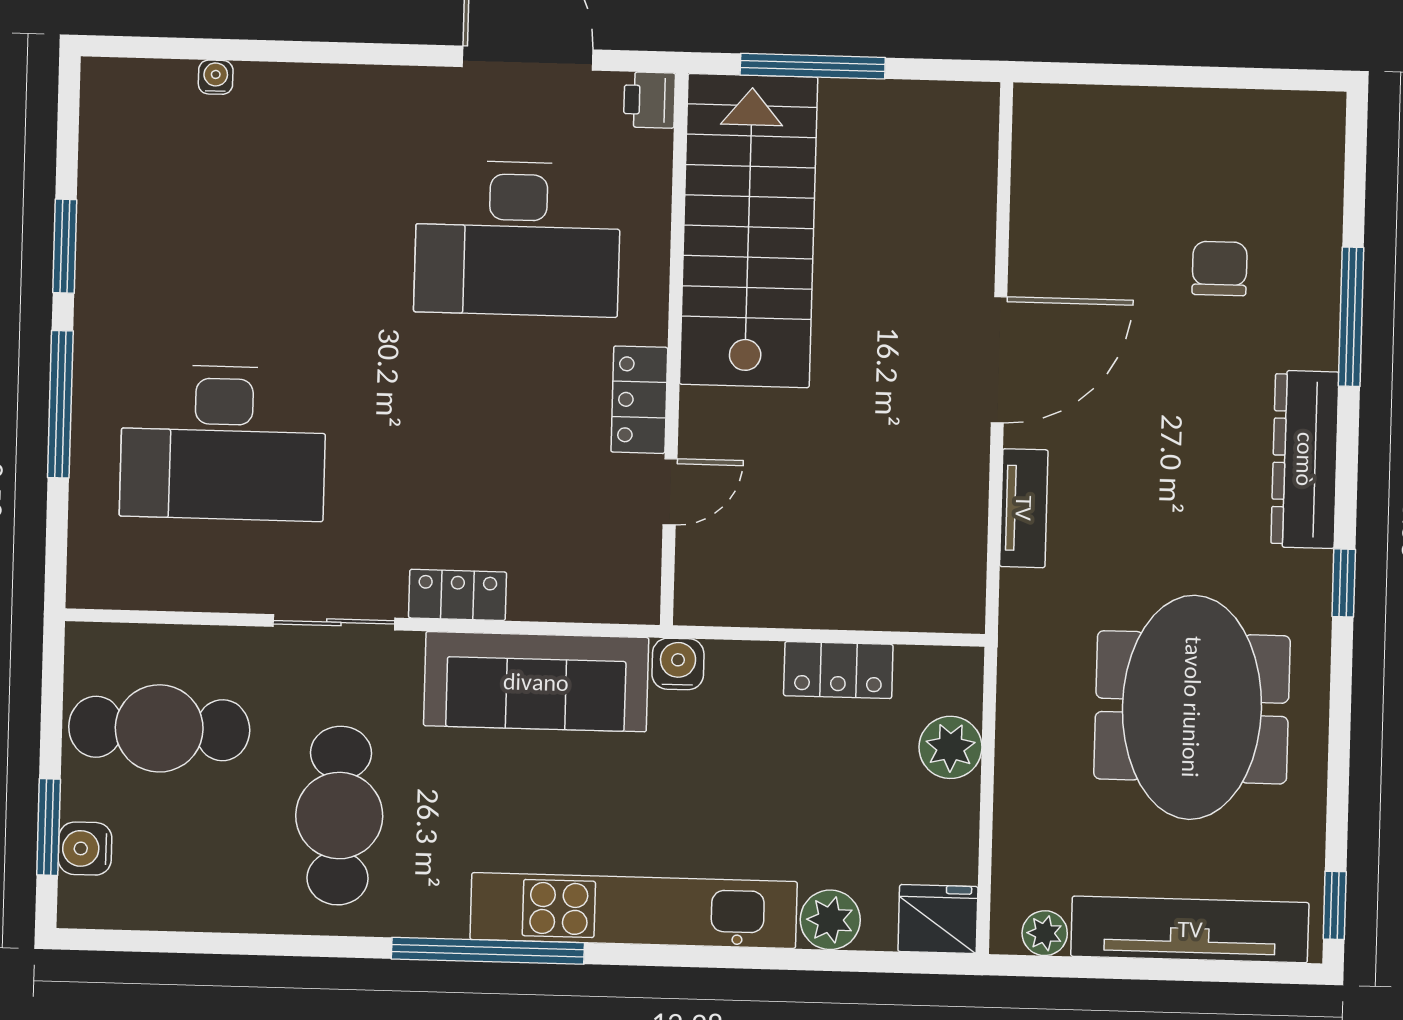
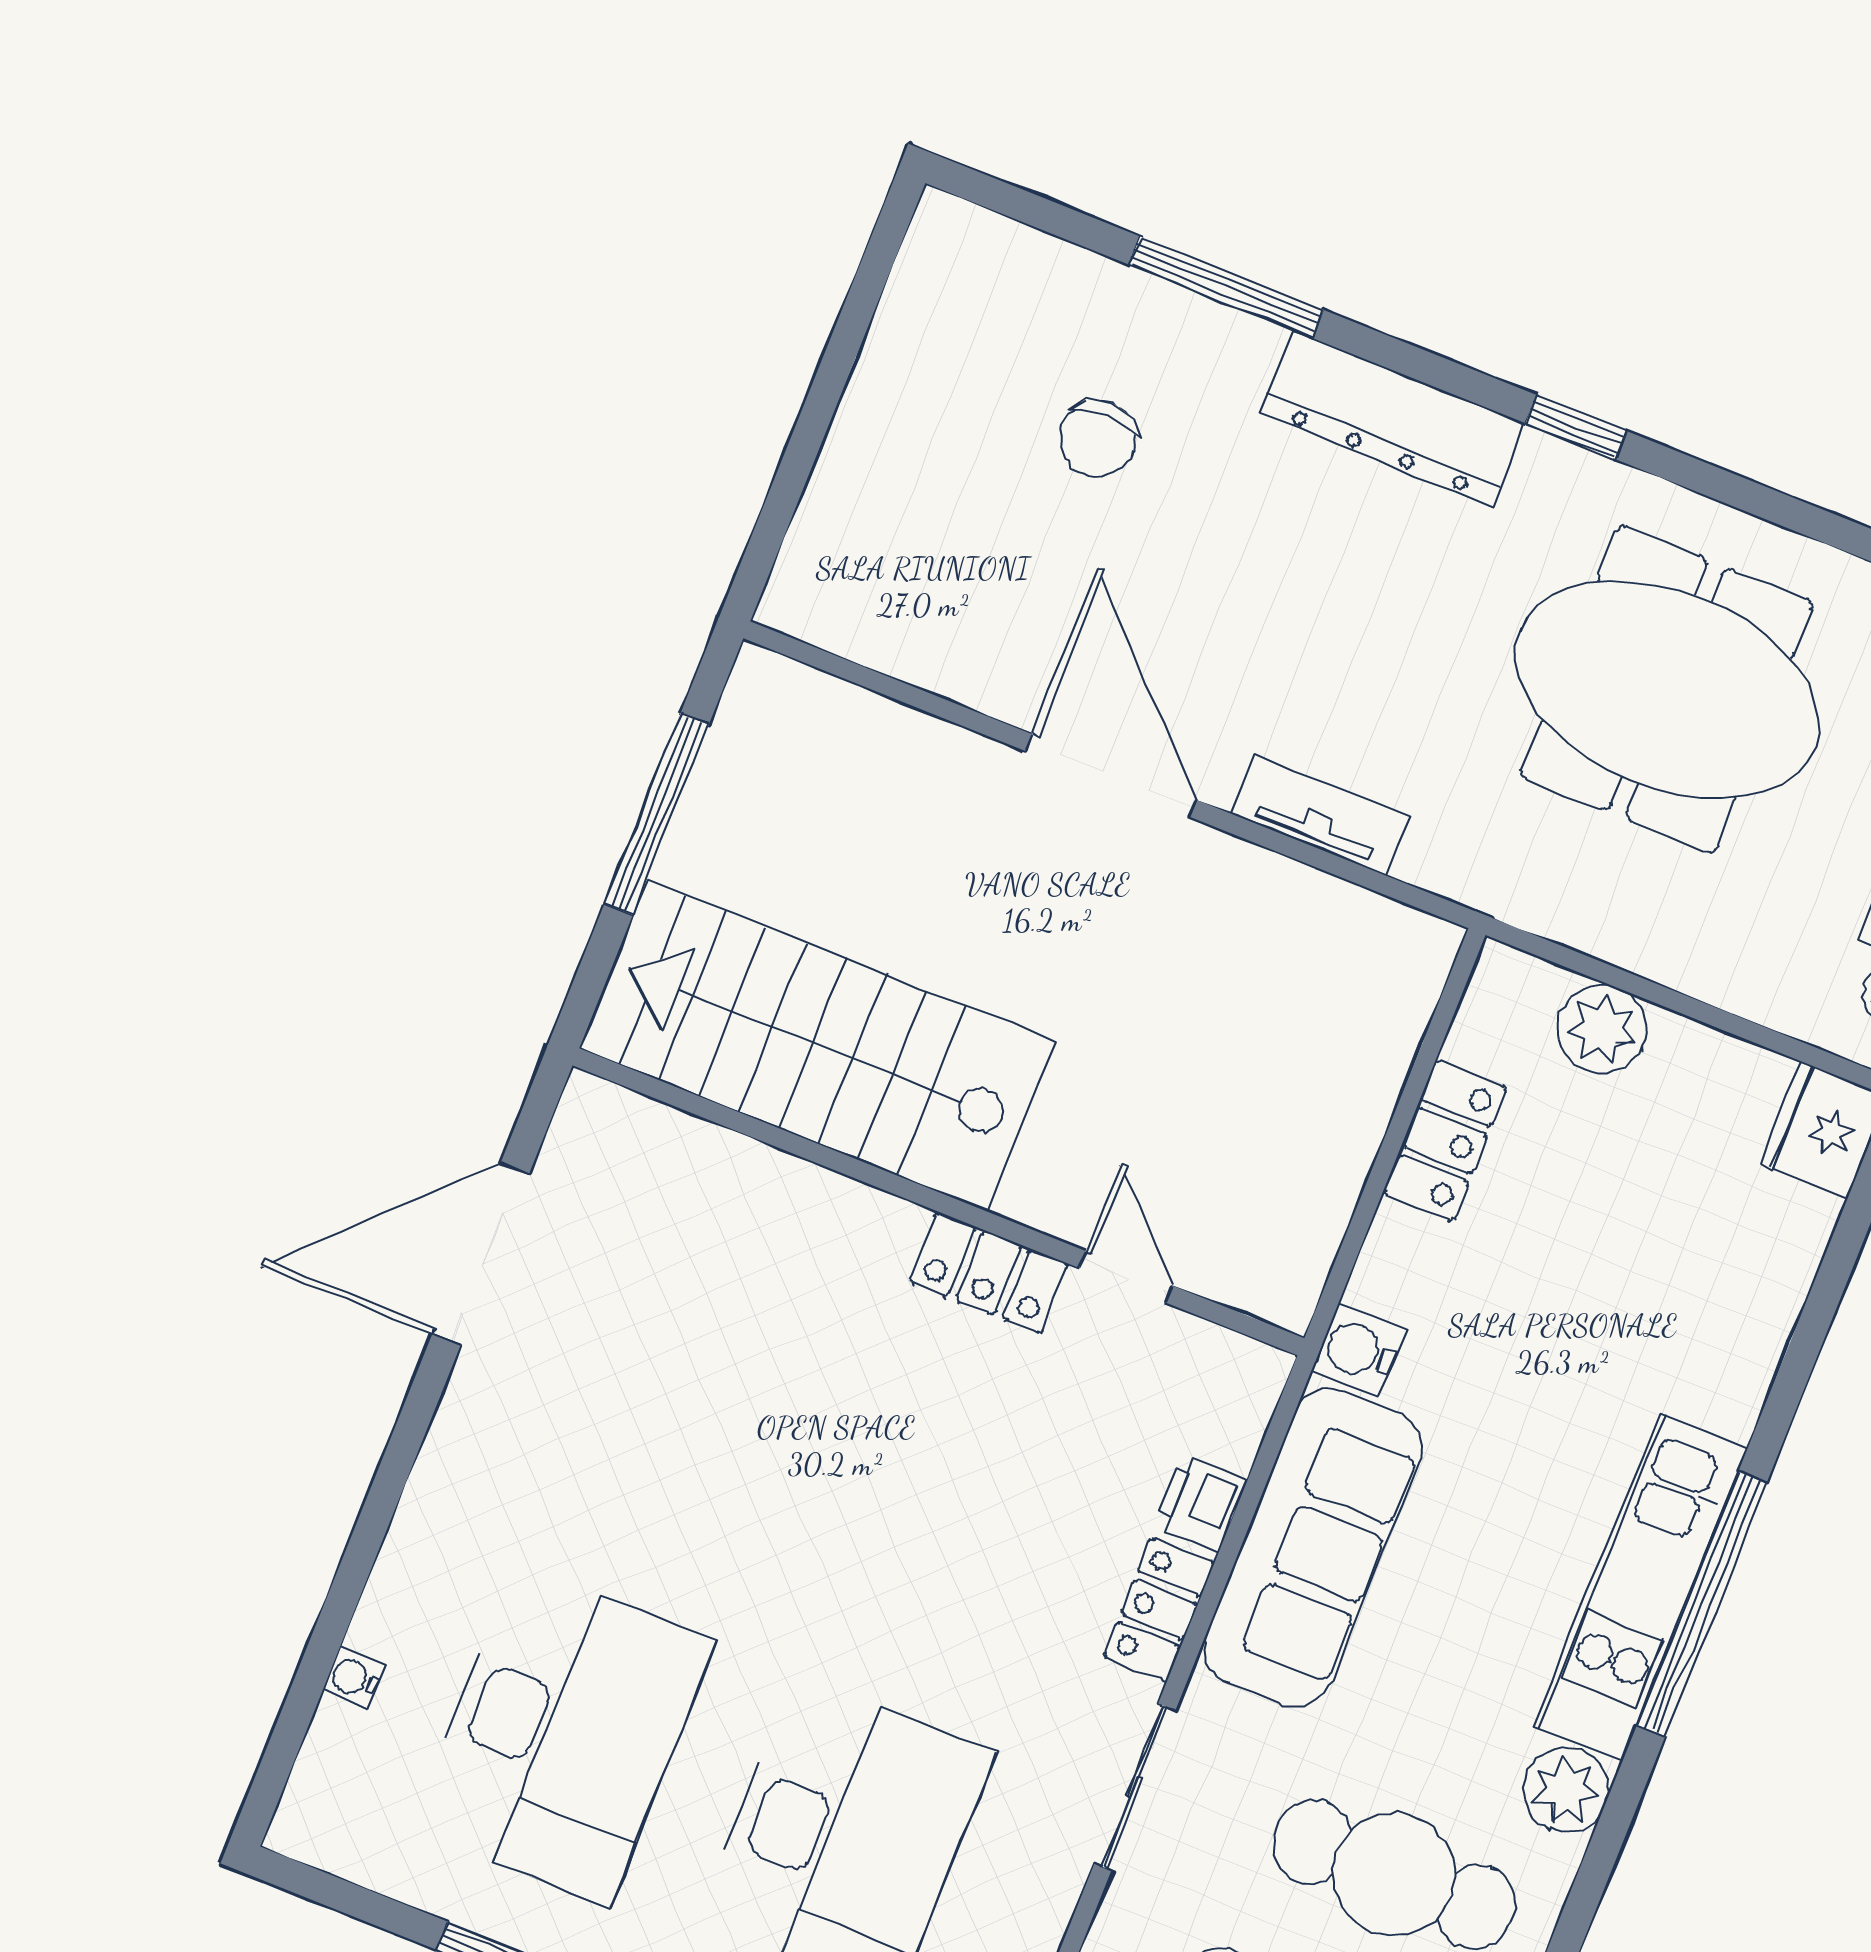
window: (813, 66) -> (657, 814), moved
printer: (649, 100) -> (1200, 1503), moved, turned 90
desk: (517, 239) -> (564, 1735), moved
chair: (1220, 268) -> (1098, 438), turned -90
kitchen unit: (634, 911) -> (1641, 1587), width x0.73
plant: (830, 920) -> (1566, 1790), moved
window: (488, 951) -> (1702, 1604), moved

